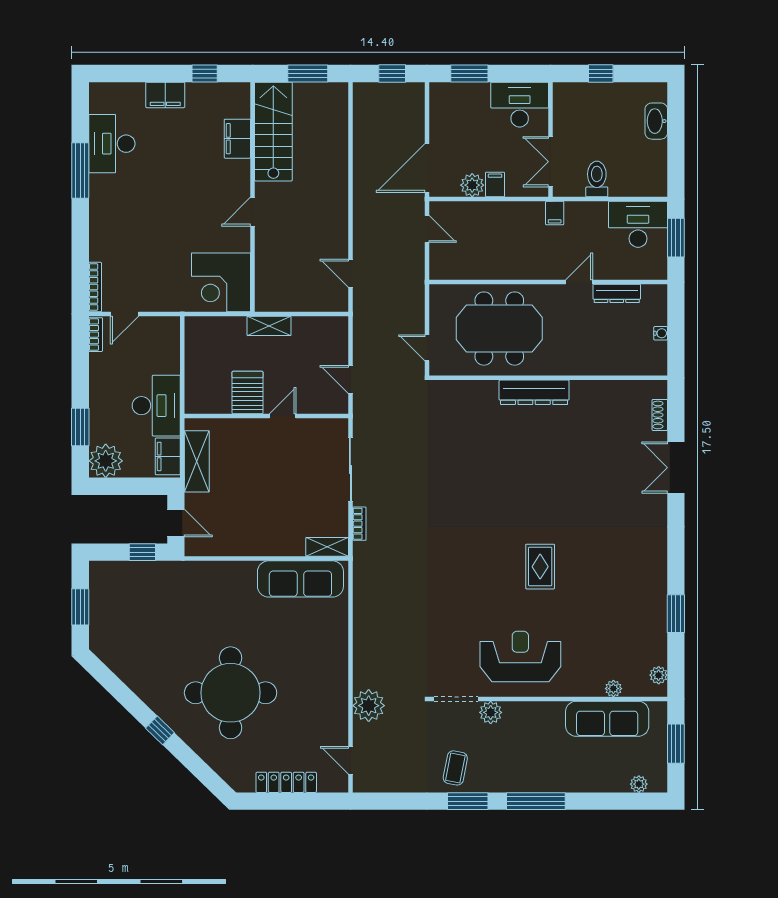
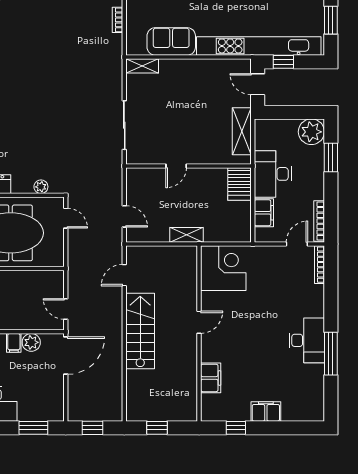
window: (308, 73) -> (157, 428), width x0.67
stairs: (273, 132) -> (140, 331), moved, turned 180
desk: (112, 144) -> (307, 340), moved
door: (350, 273) -> (124, 275), swing flipped
bookcase: (96, 335) -> (319, 221), width x1.56
door: (350, 379) -> (124, 216), moved
plant: (460, 389) -> (41, 187), added
server rack: (248, 393) -> (239, 184), moved
filing cabinet: (168, 456) -> (264, 213), moved
bookcase: (359, 524) -> (118, 20), moved
kitchen unit: (175, 573) -> (259, 46), added
sofa: (300, 579) -> (171, 41), width x0.73

